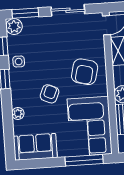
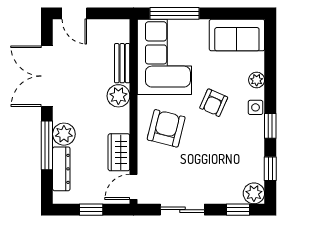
window: (25, 13) -> (238, 210), width x0.67
side table: (19, 62) -> (256, 107), moved

